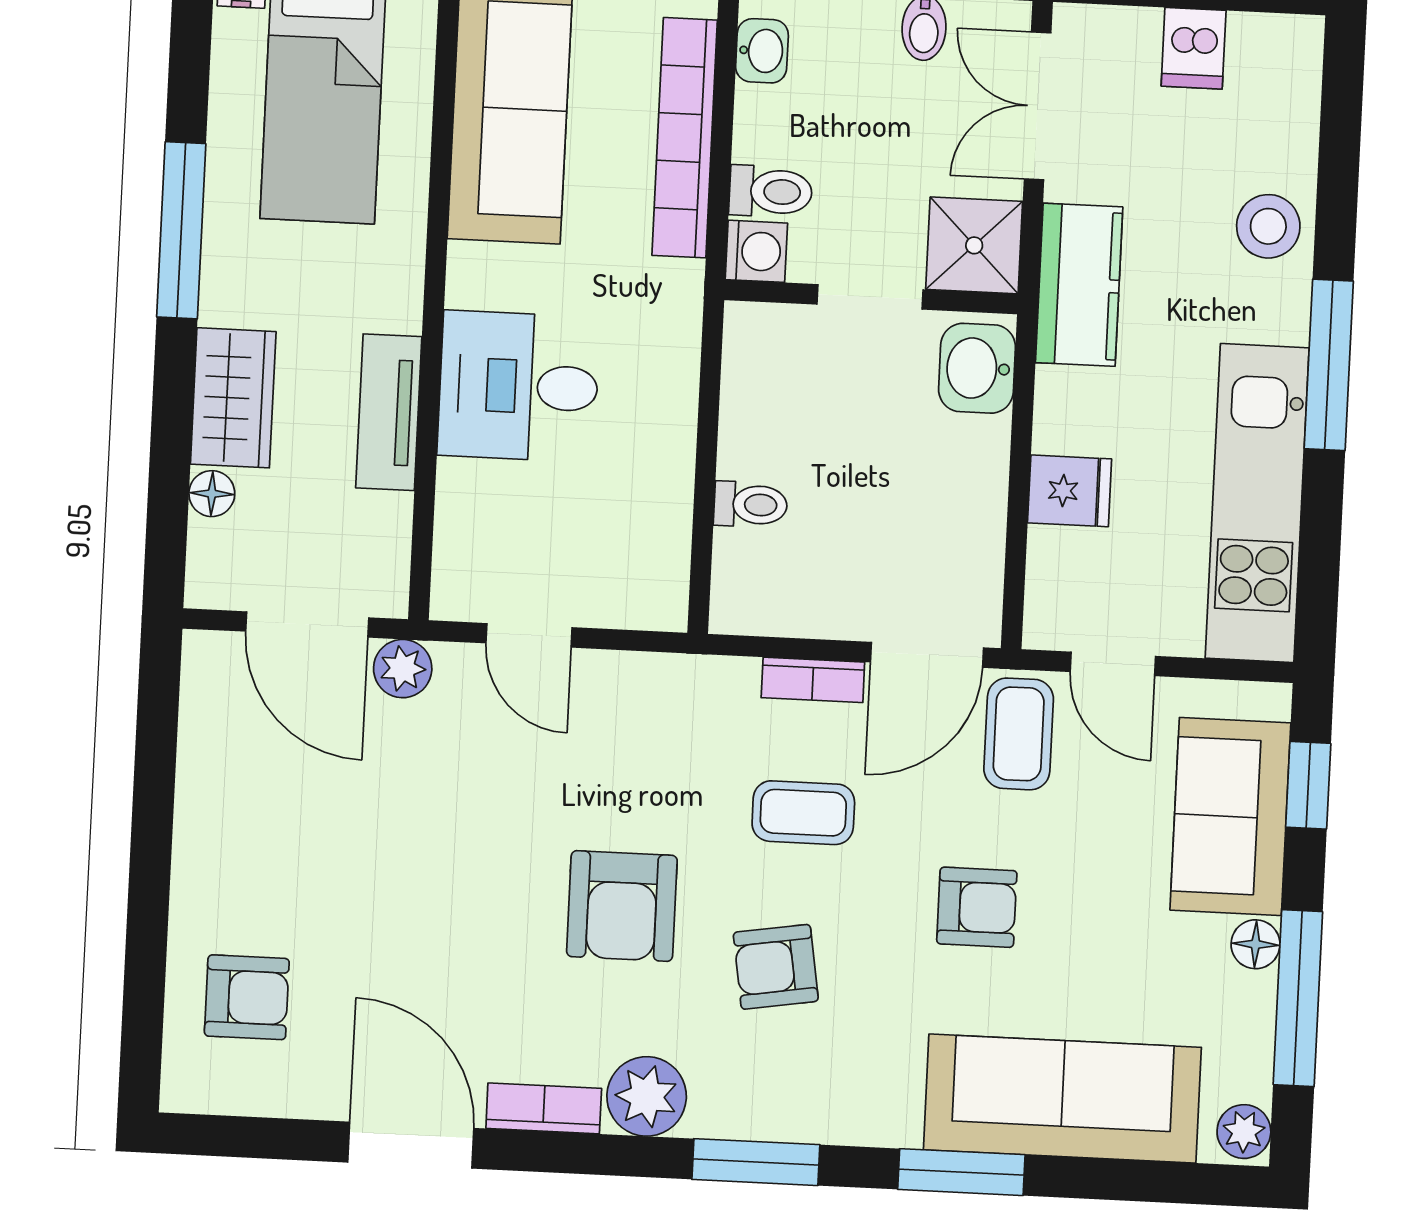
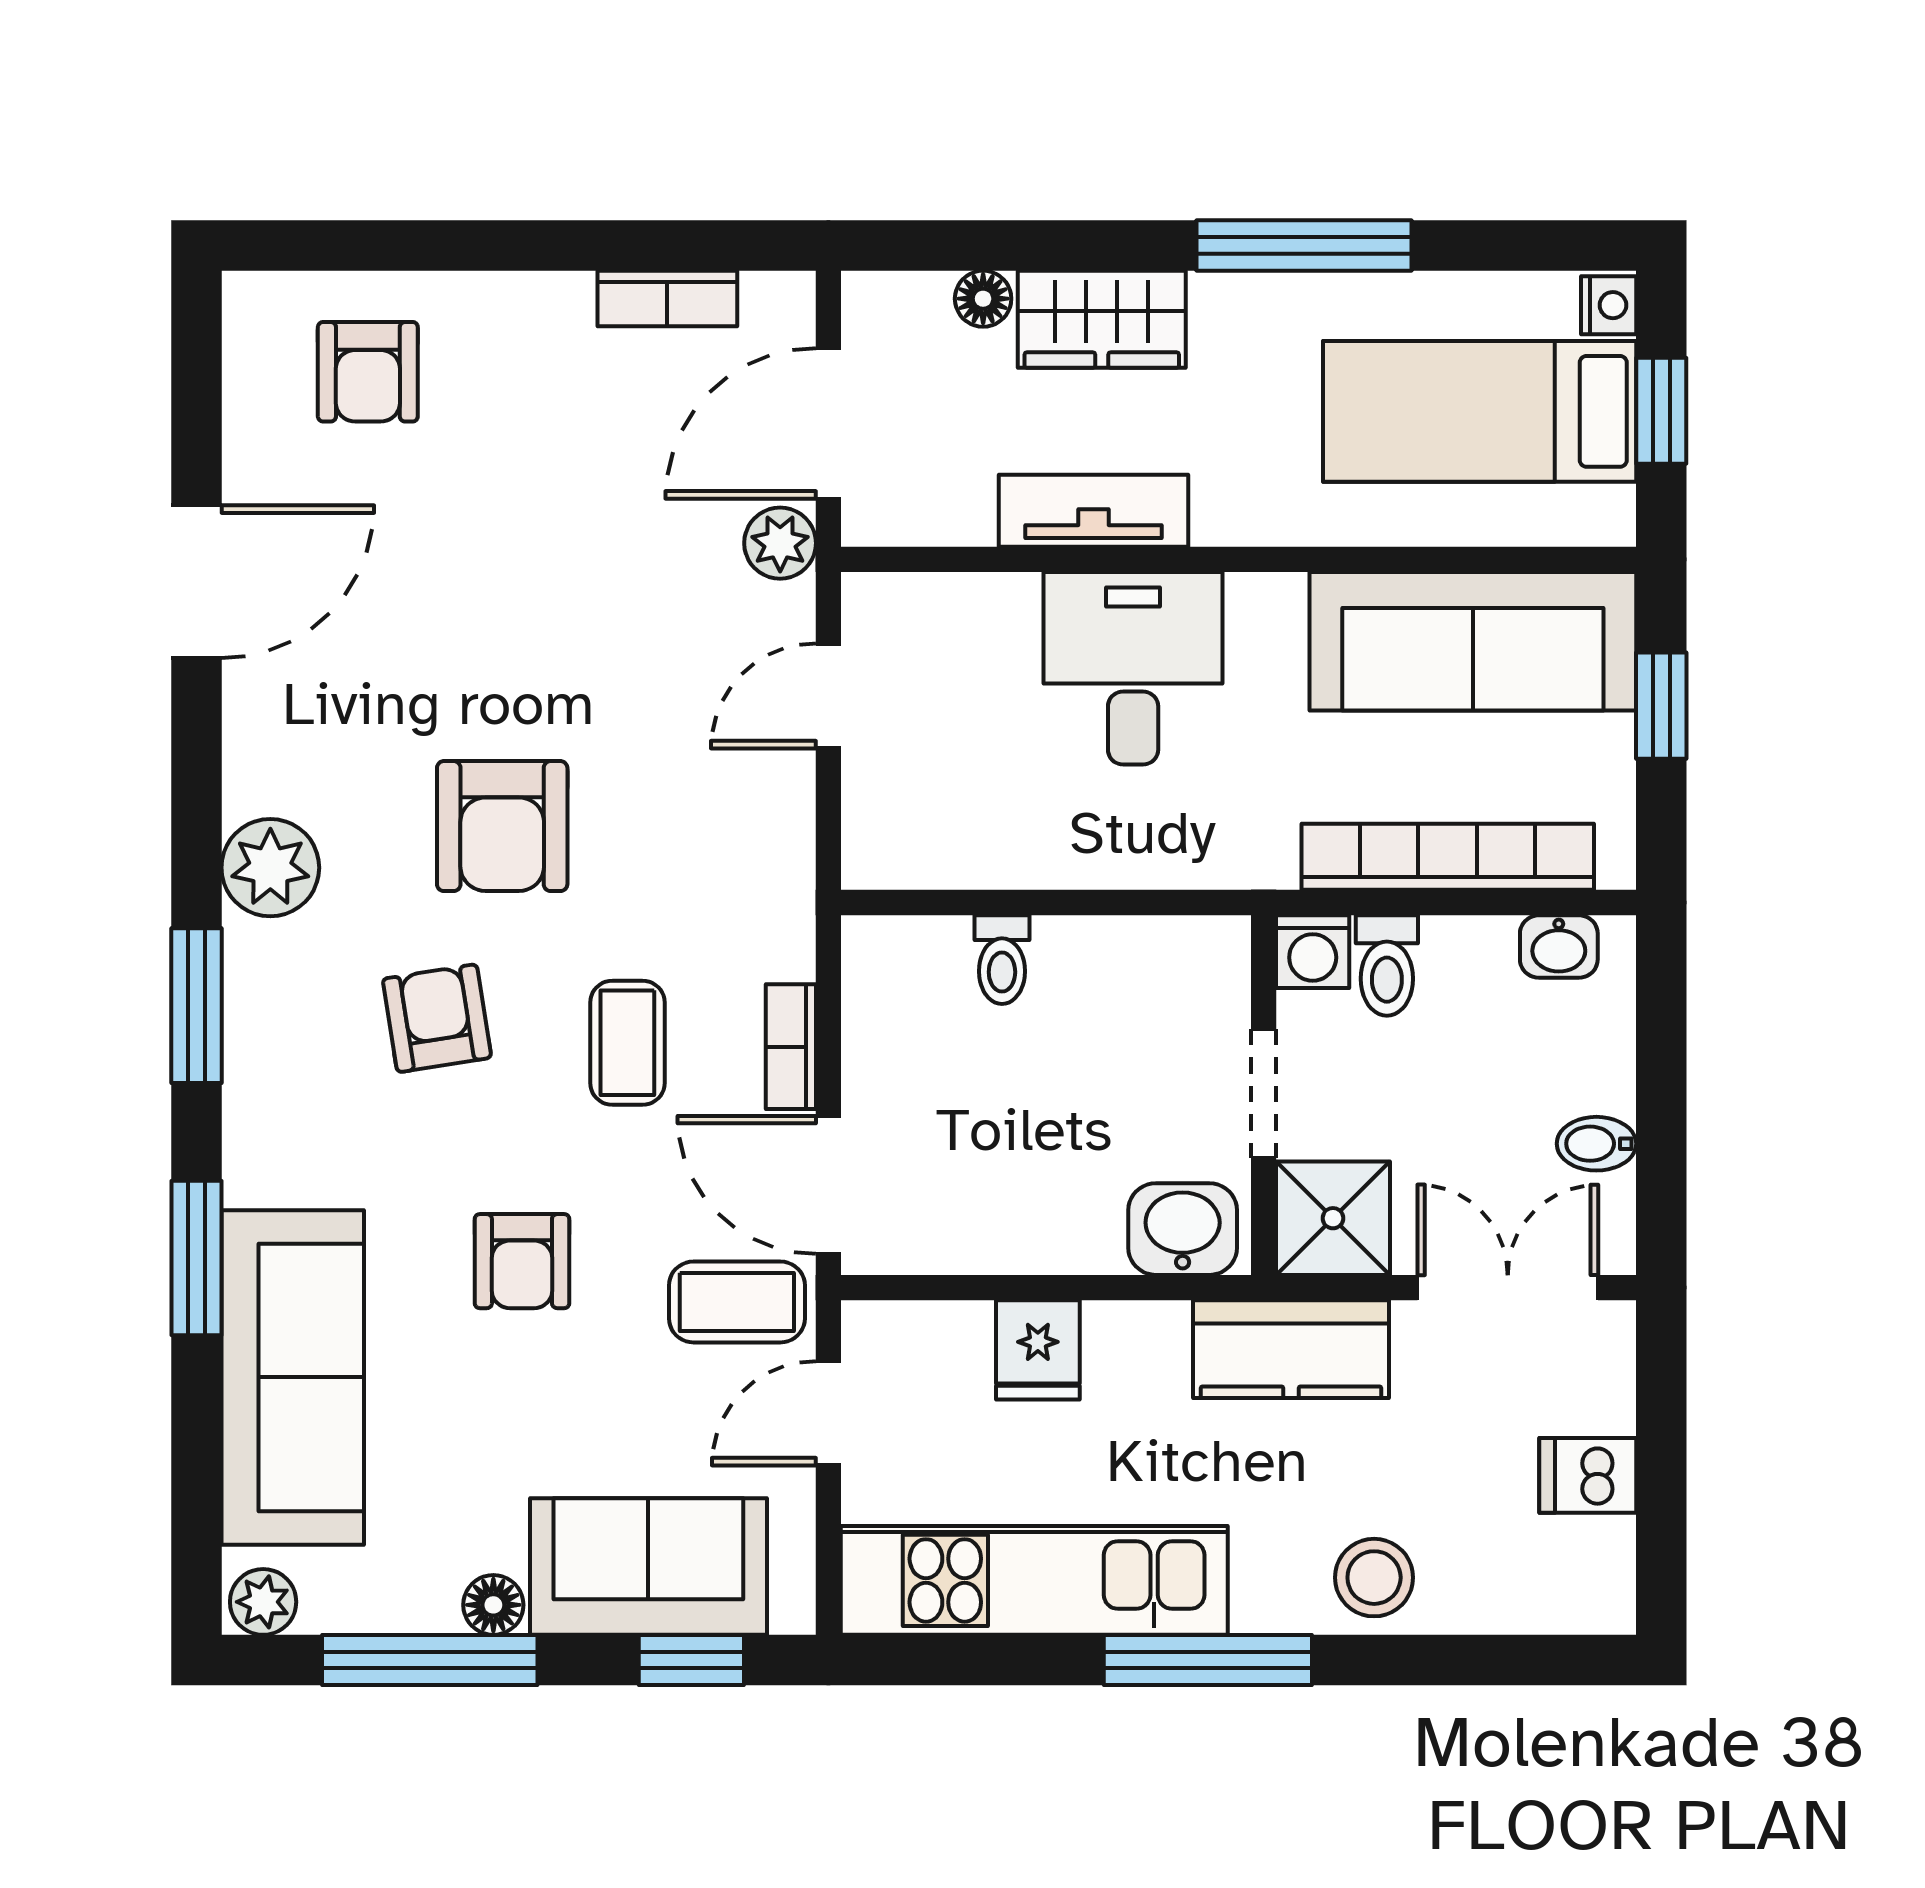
armchair: (622, 906) -> (502, 826), turned -90
bookcase: (544, 1108) -> (667, 299), moved, turned 90

